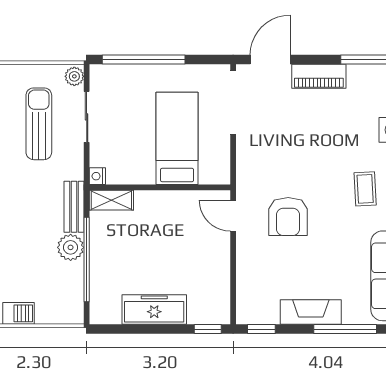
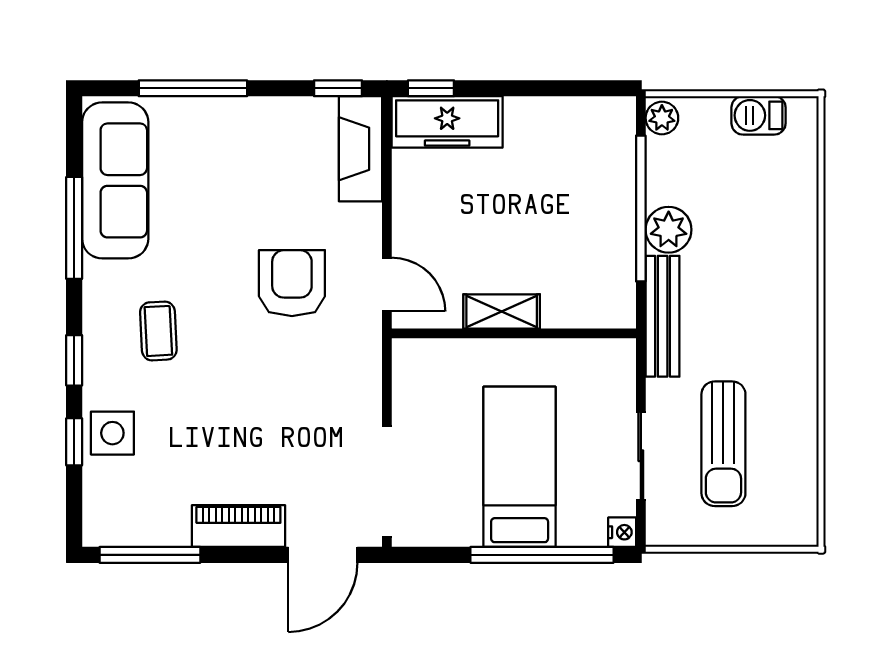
plant: (74, 76) -> (662, 118), moved
bed: (177, 138) -> (520, 467), moved, turned 180
nightstand: (97, 176) -> (622, 532), moved
shelving: (111, 200) -> (502, 311), moved
bench: (74, 207) -> (663, 316), width x1.36
freezer: (154, 310) -> (447, 122), moved
fireplace: (311, 312) -> (360, 149), moved, turned 90

